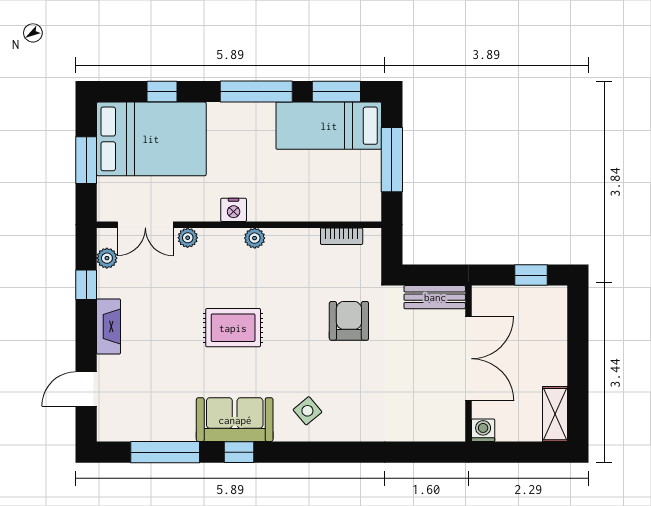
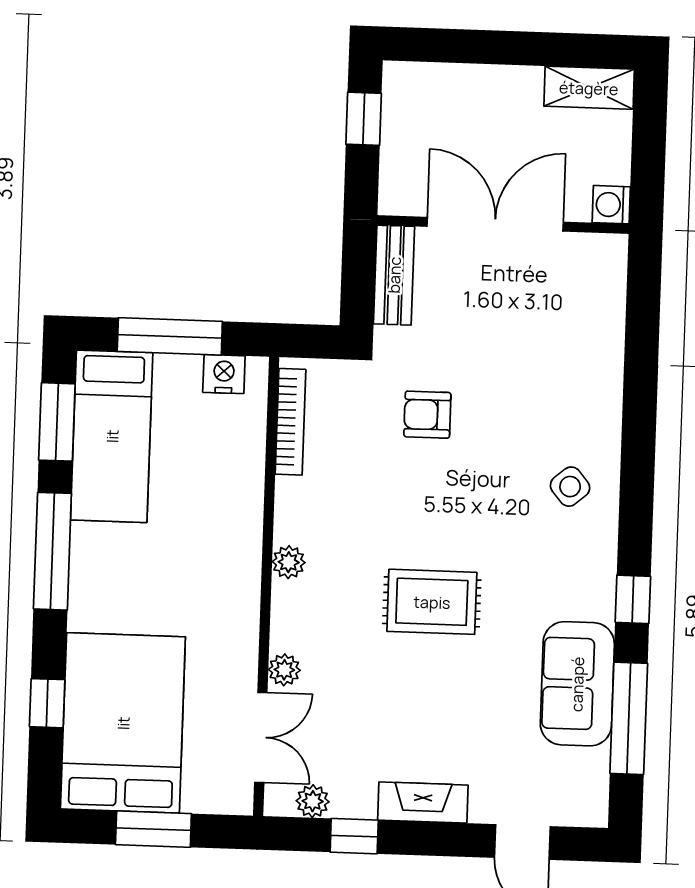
nightstand: (234, 210) -> (224, 374), moved, turned -90
bookcase: (342, 236) -> (290, 422), width x1.56
armchair: (349, 321) -> (427, 415), width x0.72, depth x0.72
rug: (233, 328) -> (432, 602), turned 90
sofa: (235, 420) -> (577, 684), moved

